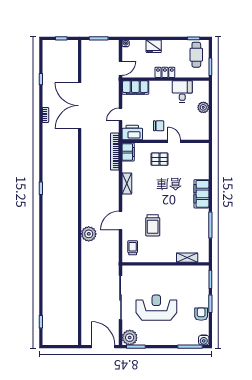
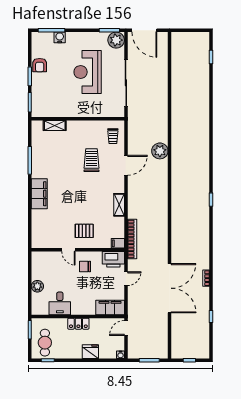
filing cabinet: (128, 152) -> (118, 243), width x0.50
reception desk: (156, 308) -> (88, 72), turned 90
water cooler: (204, 340) -> (60, 37), moved

